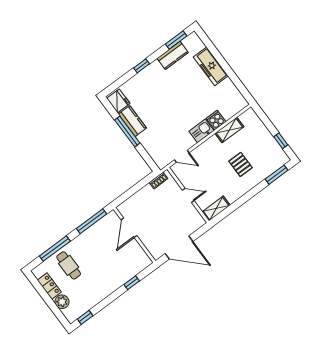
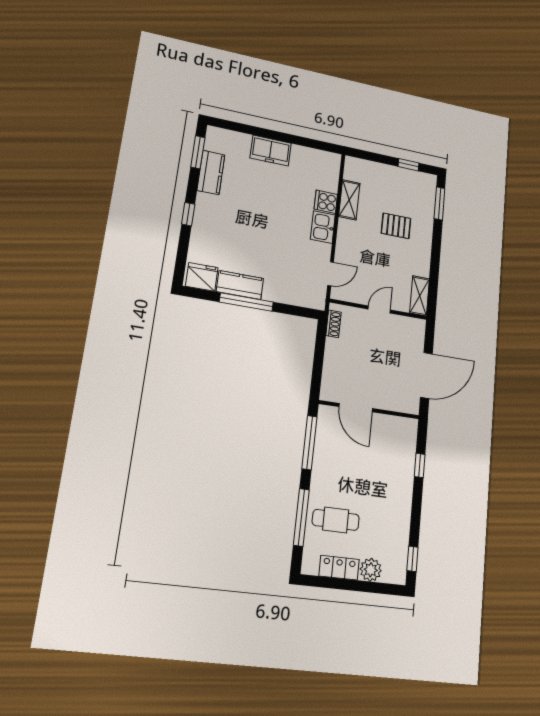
freezer: (211, 66) -> (271, 151), width x0.71

